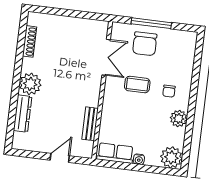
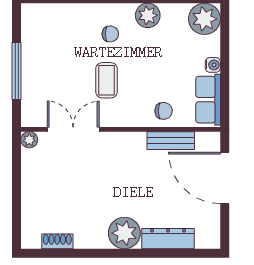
plant: (103, 26) -> (29, 140), added
shoe rack: (30, 41) -> (57, 241), width x0.70
chair: (145, 44) -> (164, 111), moved, width x0.54, depth x0.54
door: (60, 158) -> (225, 178), width x1.88

